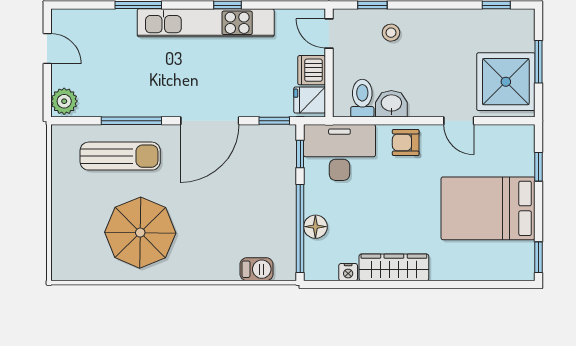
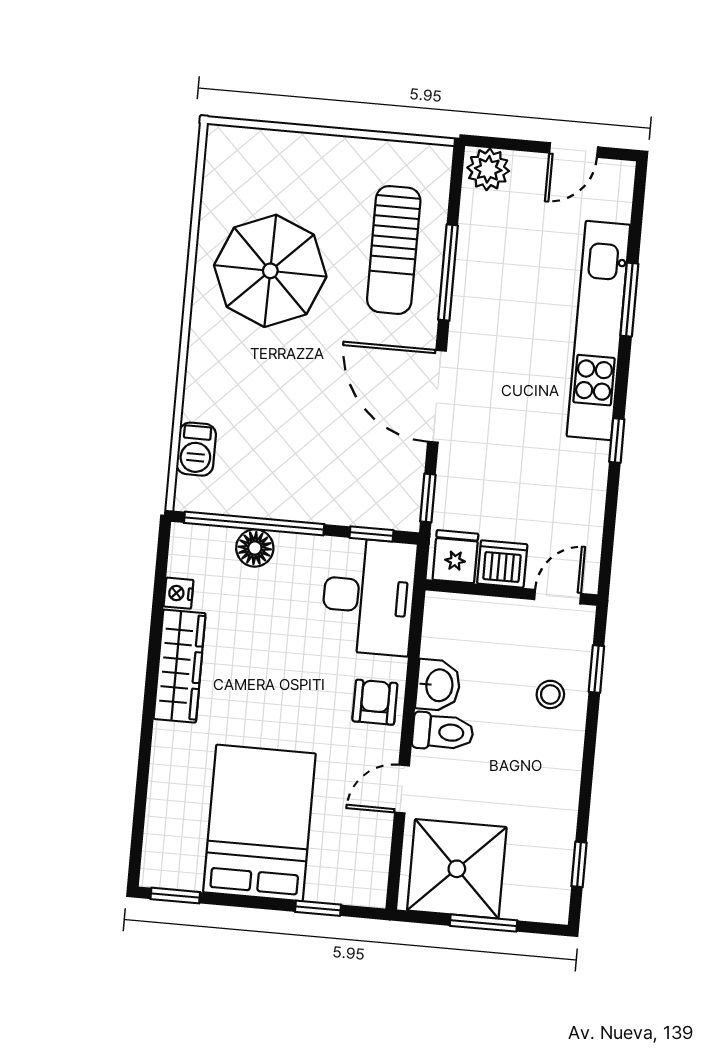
kitchen unit: (206, 23) -> (598, 331), moved
toilet: (362, 98) -> (443, 732), moved

